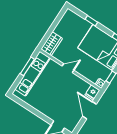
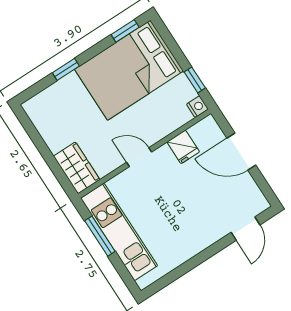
door: (68, 68) -> (139, 157), hinge flipped
fridge: (92, 93) -> (183, 147), moved

